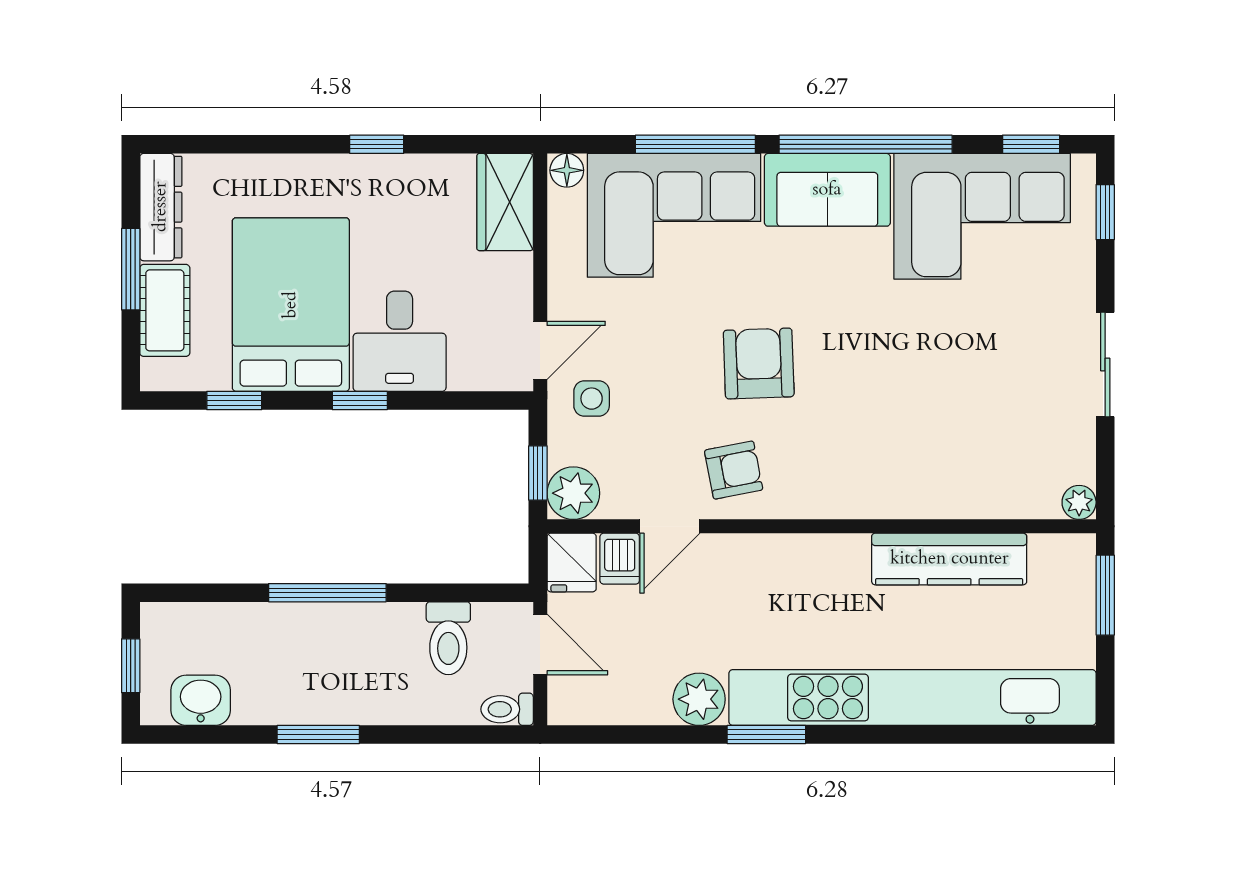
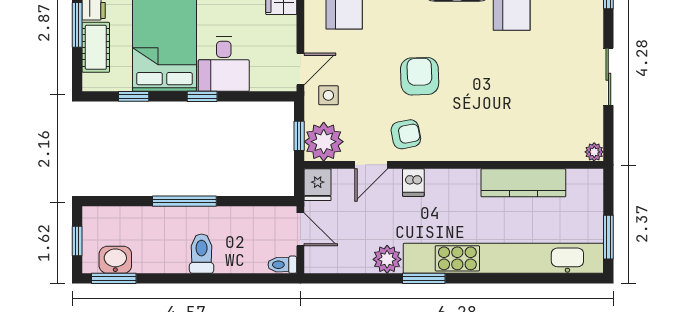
plant: (573, 493) -> (324, 142), width x1.36, depth x1.36
dishwasher: (620, 559) -> (413, 183), moved
window: (1105, 595) -> (608, 237), moved
toilet: (448, 638) -> (202, 254), moved, turned 180
window: (318, 734) -> (114, 278), moved

